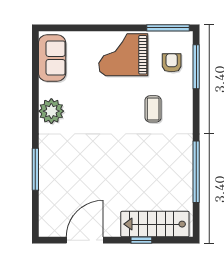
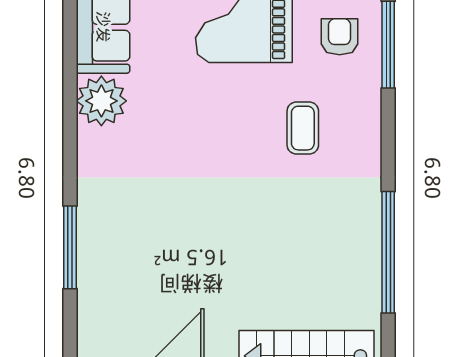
plant: (51, 111) -> (101, 101), moved

